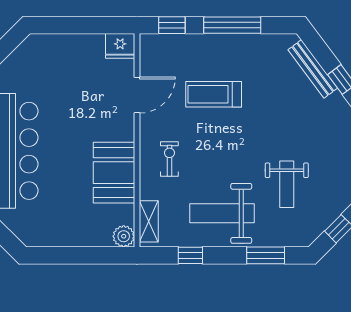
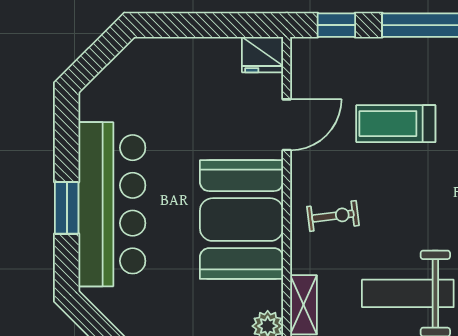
exercise bike: (169, 159) -> (333, 216), turned 83
booth: (114, 173) -> (242, 220), width x1.36, depth x1.42

